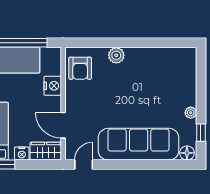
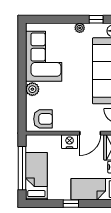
corner sofa: (156, 69) -> (44, 56), added
nightstand: (53, 86) -> (70, 142), moved

